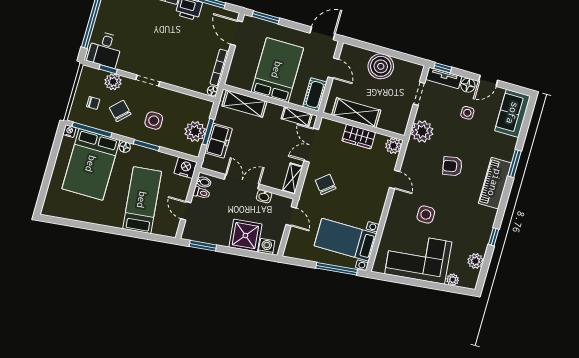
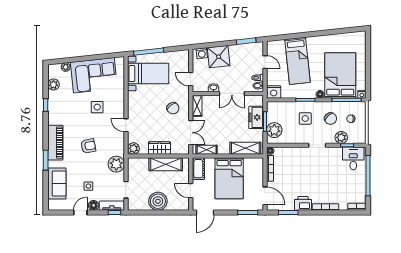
sofa: (513, 113) -> (57, 183), moved
plant: (195, 131) -> (274, 130), moved

